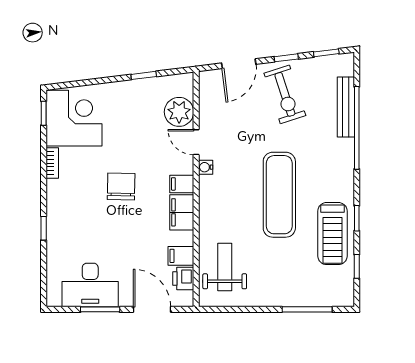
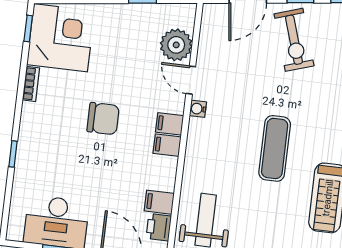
chair: (121, 186) -> (103, 119), turned 89
exercise mat: (279, 195) -> (275, 148), width x0.73, depth x0.69
filing cabinet: (182, 212) -> (167, 145), width x0.50

